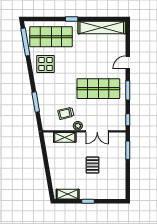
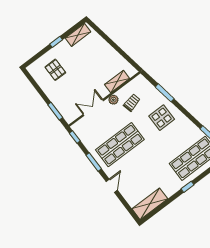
shelving: (102, 28) -> (150, 204), width x0.68
display table: (46, 64) -> (162, 118), moved
pallet: (93, 165) -> (55, 70), moved

